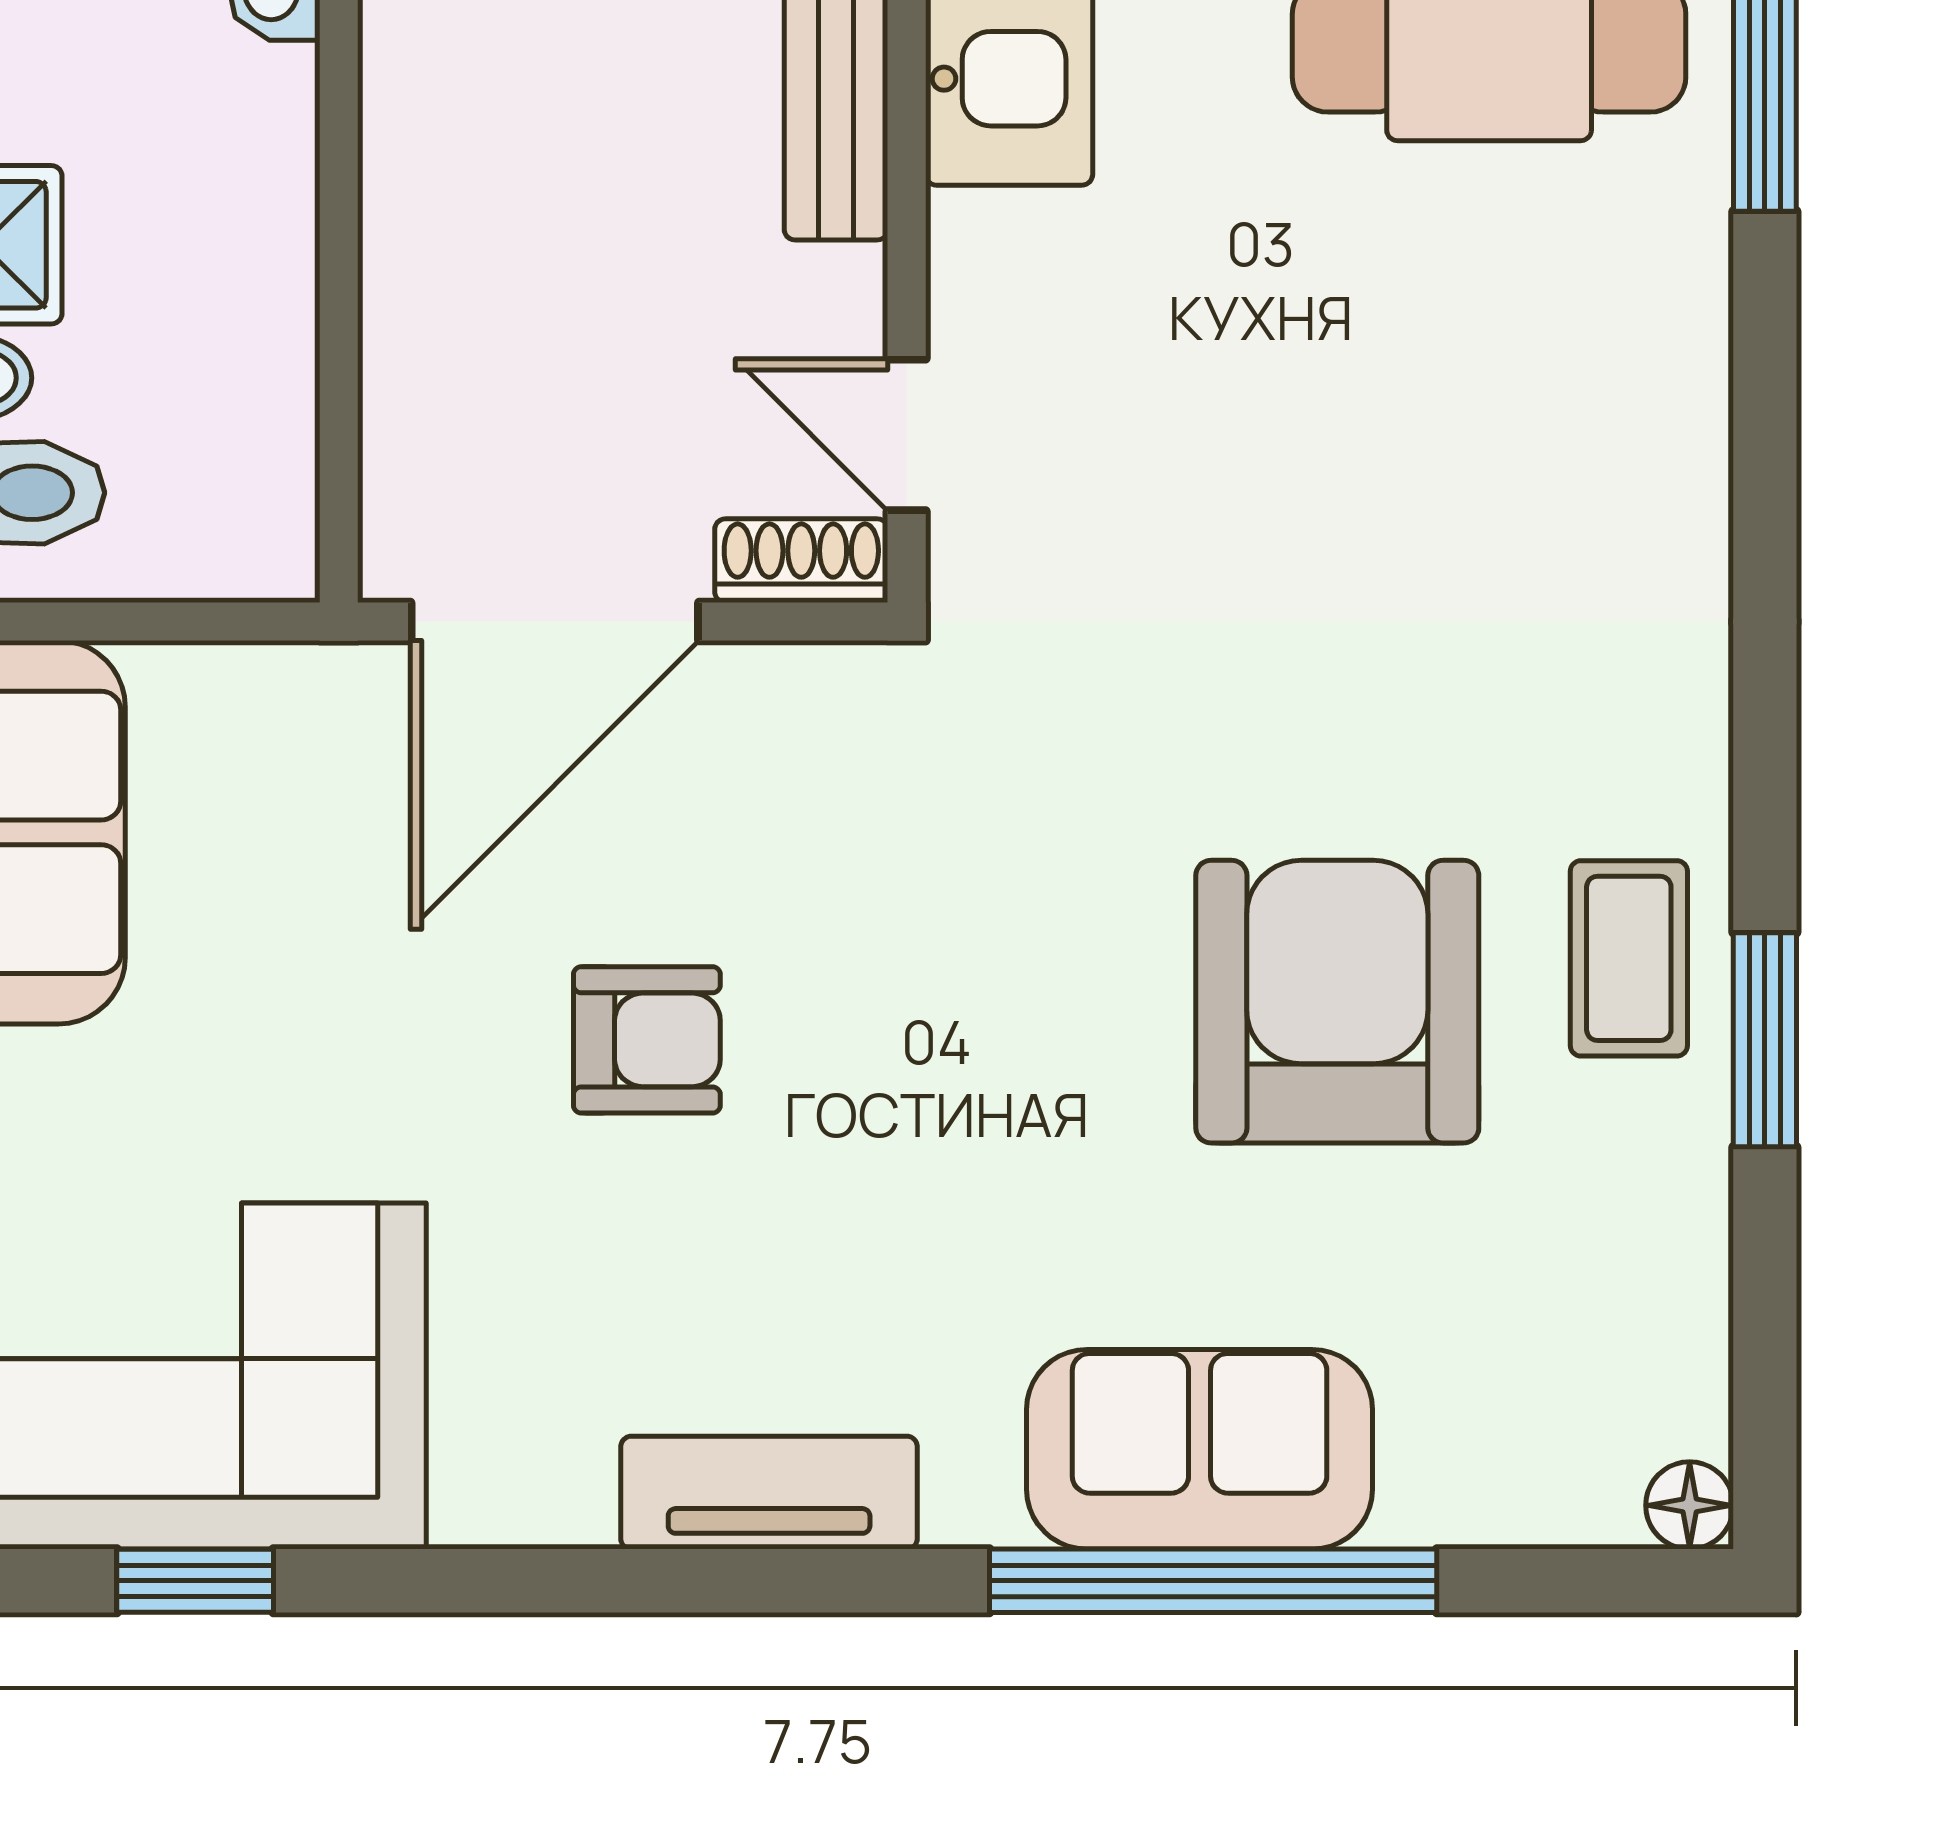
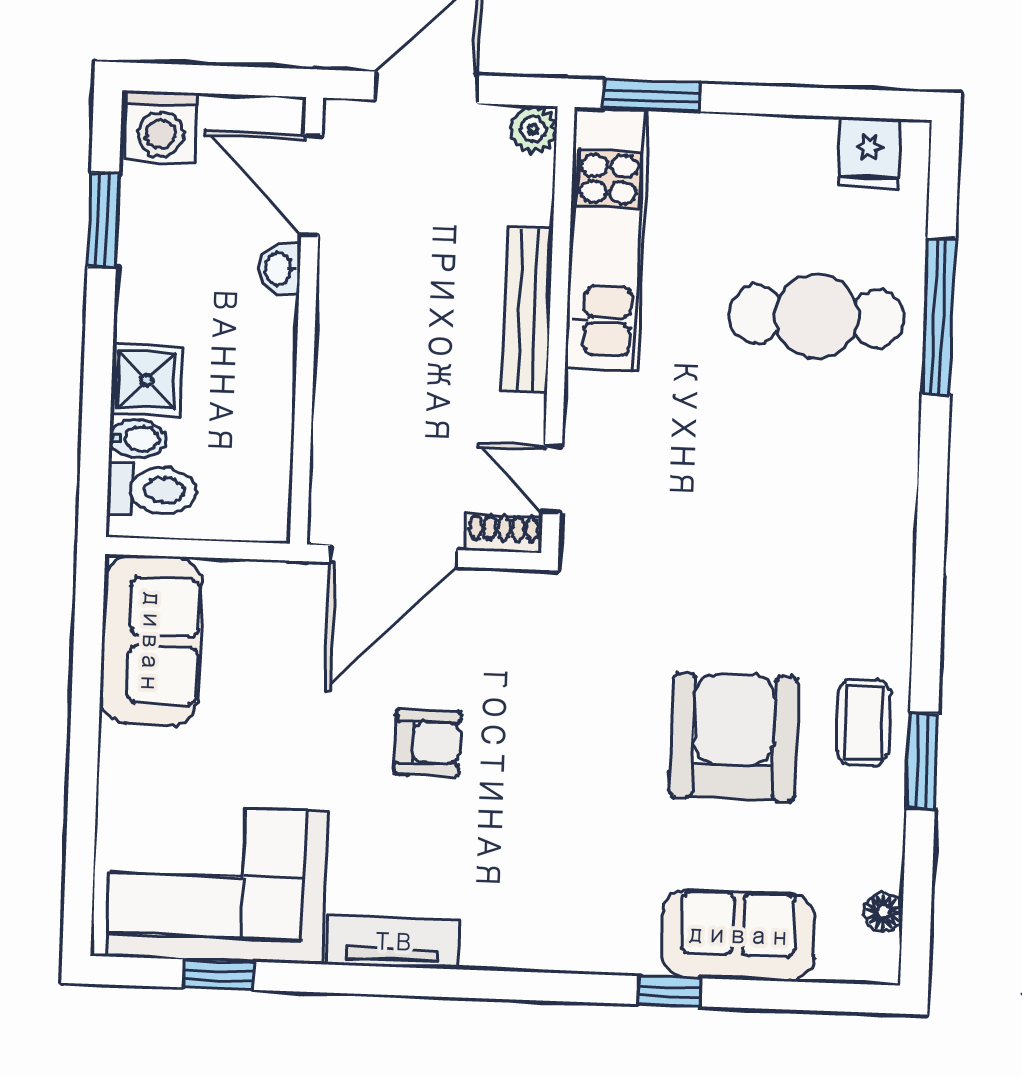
sofa: (1200, 1449) -> (738, 935), moved
tv unit: (769, 1493) -> (393, 942), moved
floor lamp: (1690, 1505) -> (883, 912), moved
window: (1213, 1581) -> (669, 991), width x0.32

